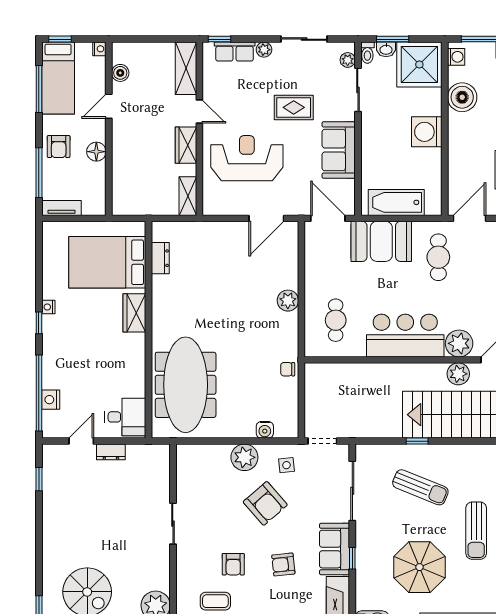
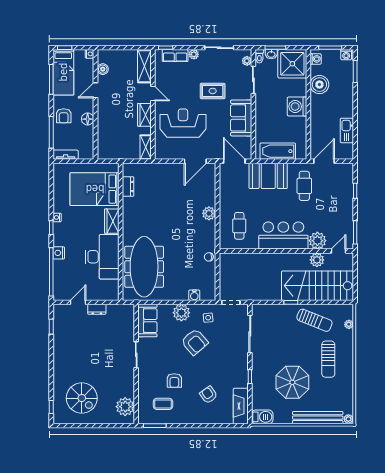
nightstand: (51, 400) -> (59, 253), moved
desk: (125, 417) -> (102, 257), moved, width x1.87, depth x1.30
sun lounger: (420, 487) -> (314, 320), moved
sofa: (335, 549) -> (147, 321), moved, turned 180
armchair: (283, 564) -> (208, 395), moved, turned 61

